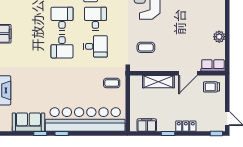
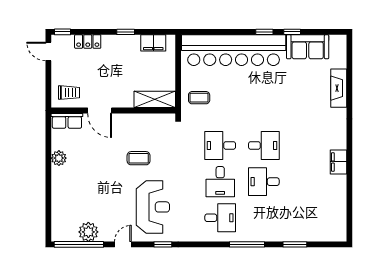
desk: (62, 19) -> (264, 182), turned 90
desk: (62, 46) -> (264, 145), turned 90
coffee table: (146, 47) -> (139, 158), moved
door: (188, 73) -> (100, 111), swing flipped
shelving: (158, 82) -> (155, 99), moved
locker: (186, 126) -> (88, 41), moved

